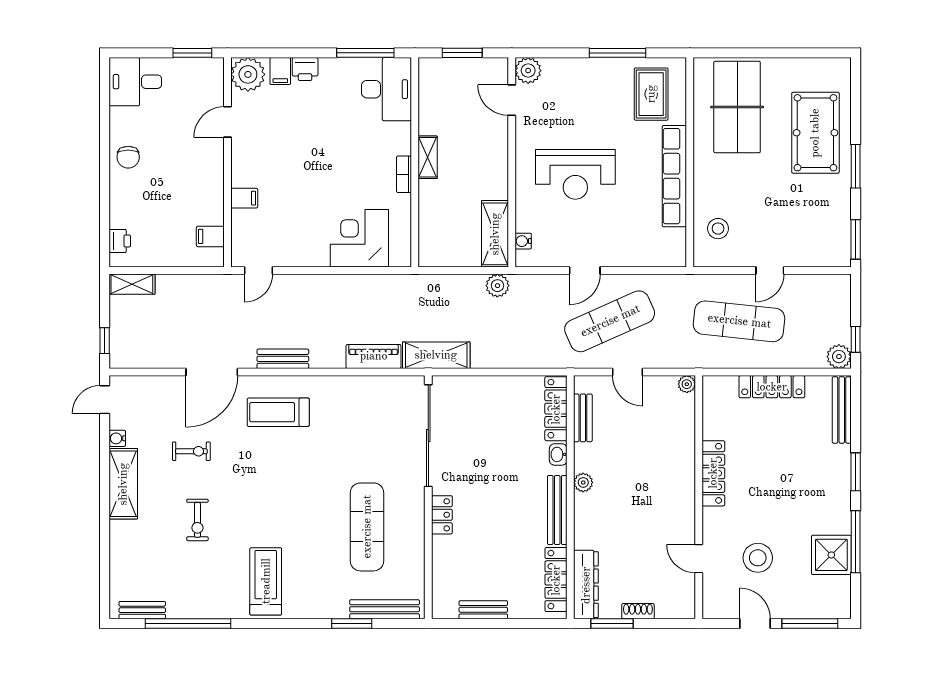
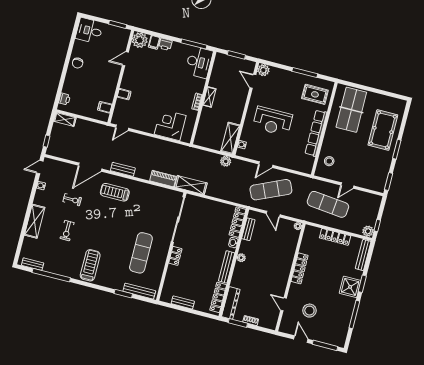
rug: (651, 94) -> (315, 94), turned 90
shelving: (123, 484) -> (35, 221), moved
shower: (831, 555) -> (350, 287), moved

